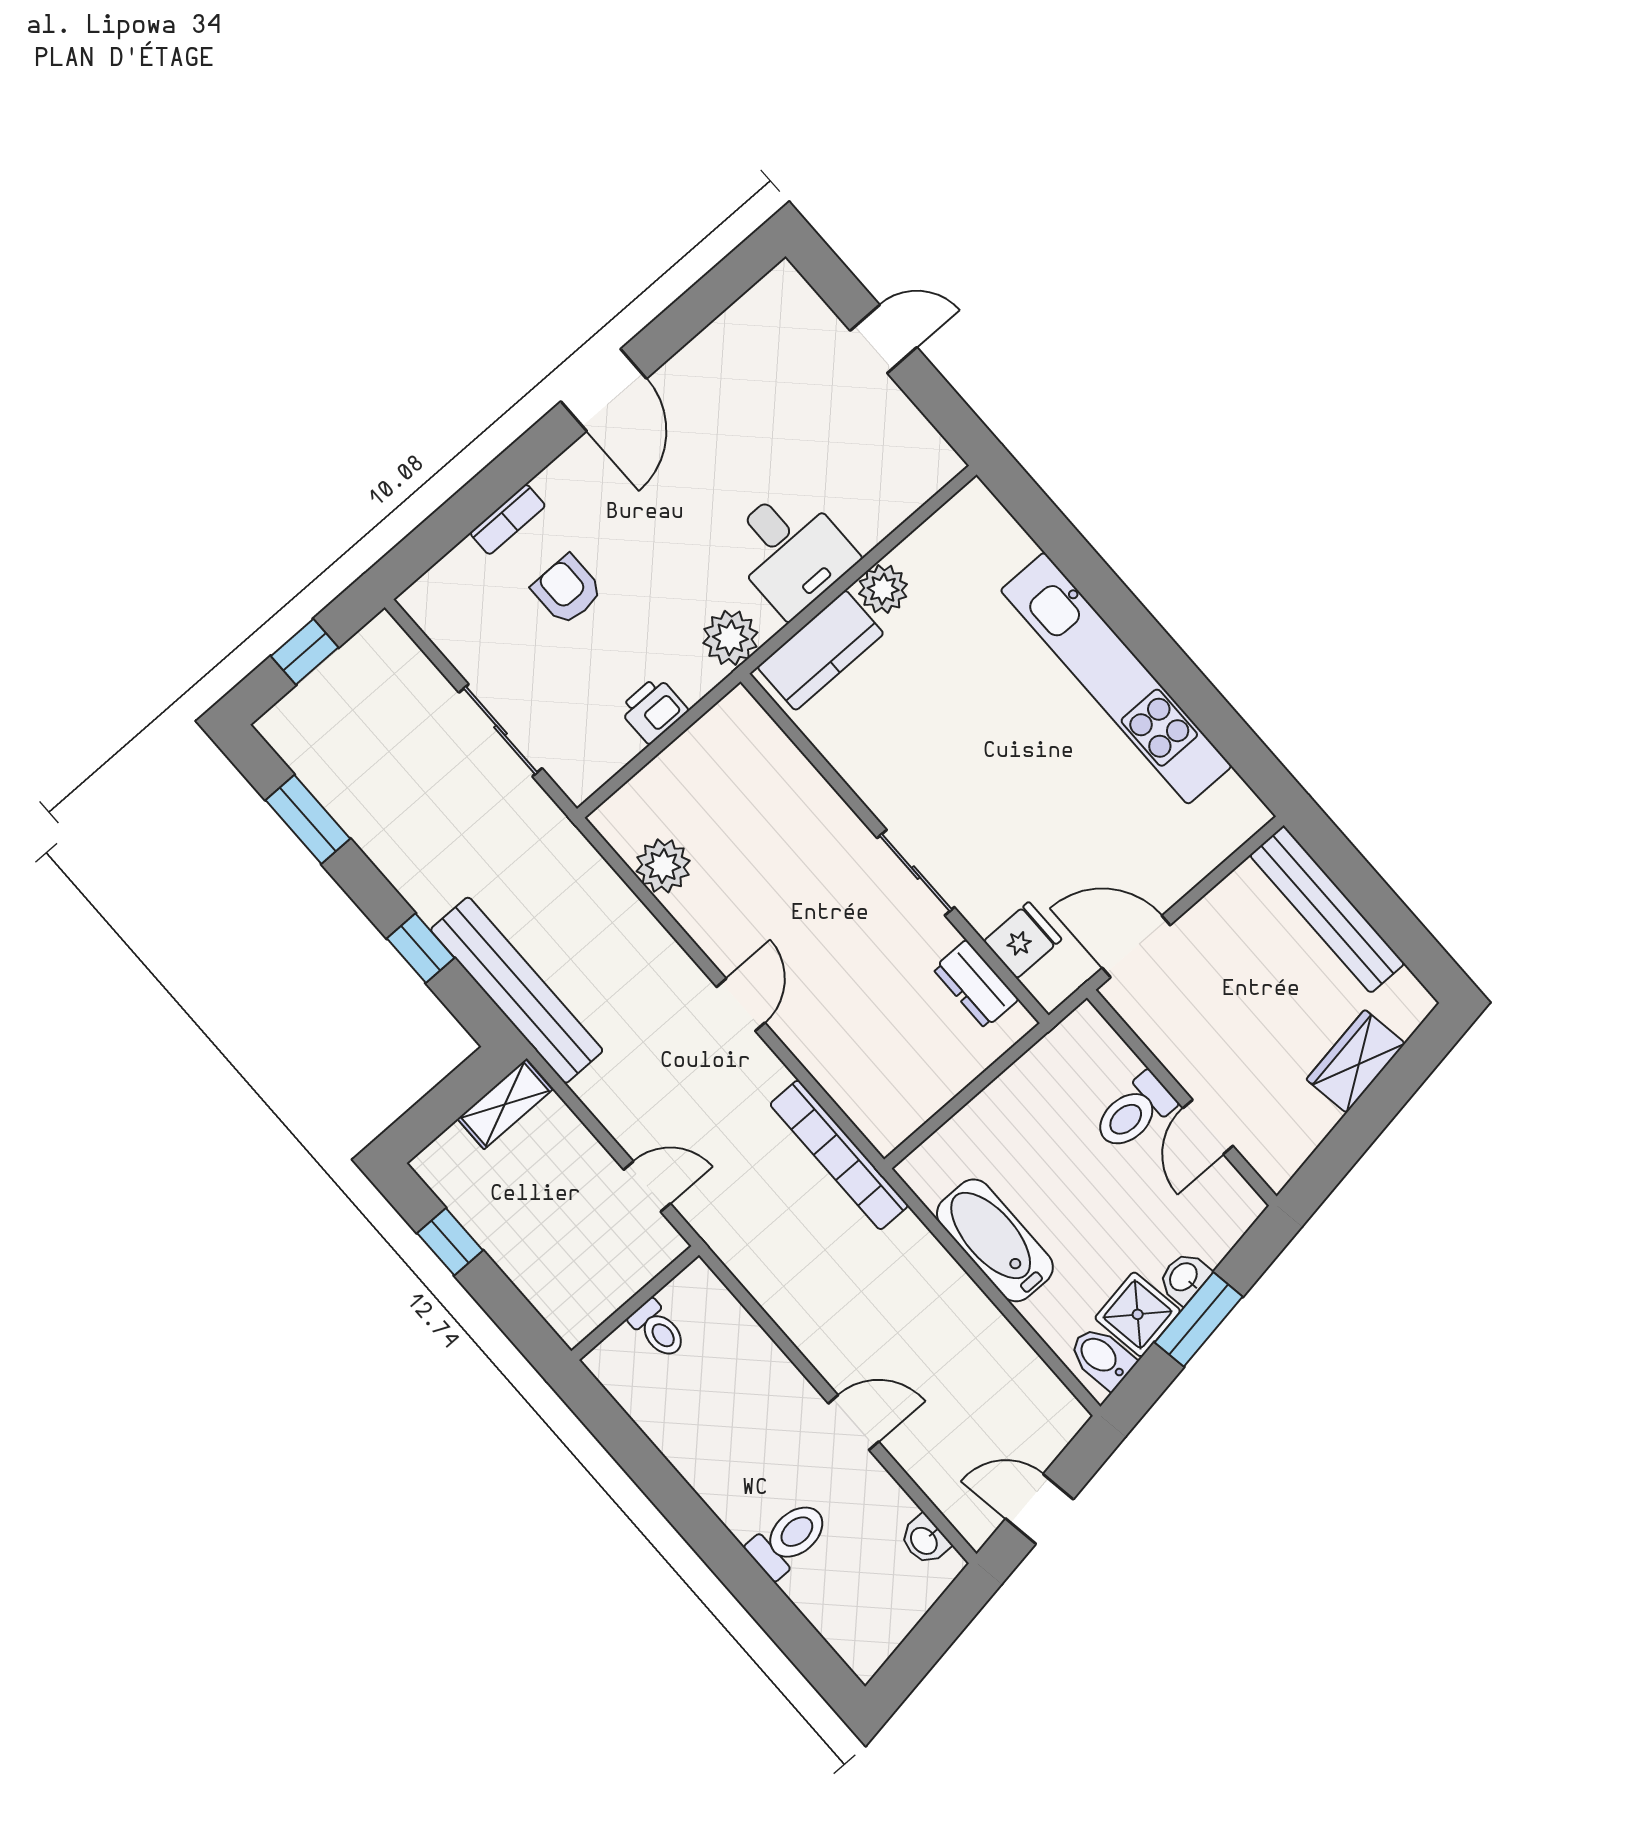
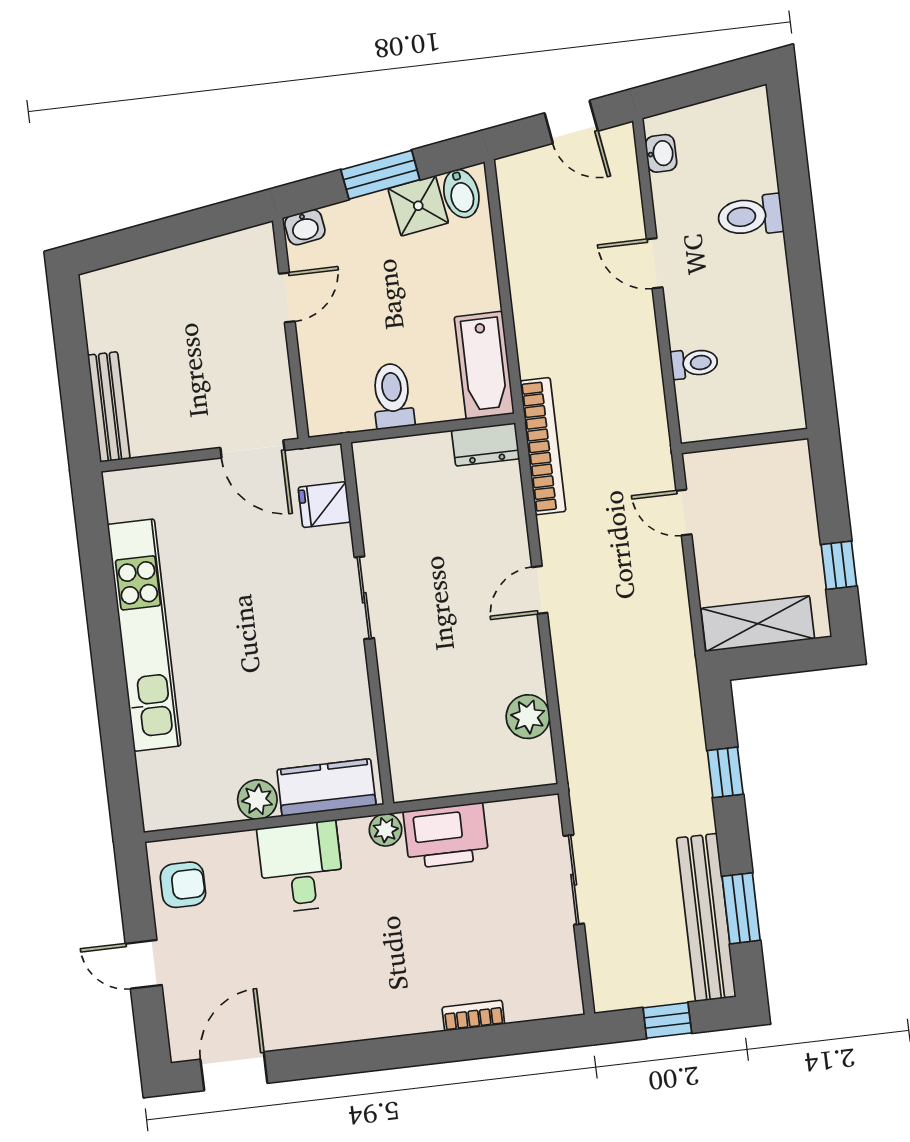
door: (604, 390) -> (234, 1071), moved
armchair: (567, 590) -> (183, 885), moved, turned -90
plant: (730, 638) -> (385, 830), width x0.73, depth x0.73
printer: (653, 710) -> (446, 836), width x1.87, depth x1.48
bench: (1327, 909) -> (109, 407), width x0.73, depth x0.82
dresser: (976, 984) -> (486, 444), moved, turned 90
bench: (517, 990) -> (706, 917), moved
wardrobe: (1356, 1061) -> (160, 274), removed
shelving: (505, 1104) -> (758, 624), width x1.50, depth x1.33
toilet: (1134, 1112) -> (393, 396), moved, turned -90
bathtub: (995, 1240) -> (484, 365), moved
washbasin: (1184, 1278) -> (305, 227), moved
toilet: (658, 1329) -> (694, 363), moved, turned 90

